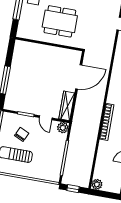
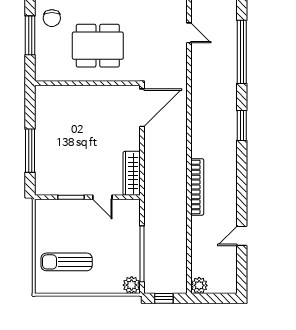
door: (79, 77) -> (142, 108), moved
plant: (63, 128) -> (132, 285), moved
chair: (22, 134) -> (70, 229), removed

